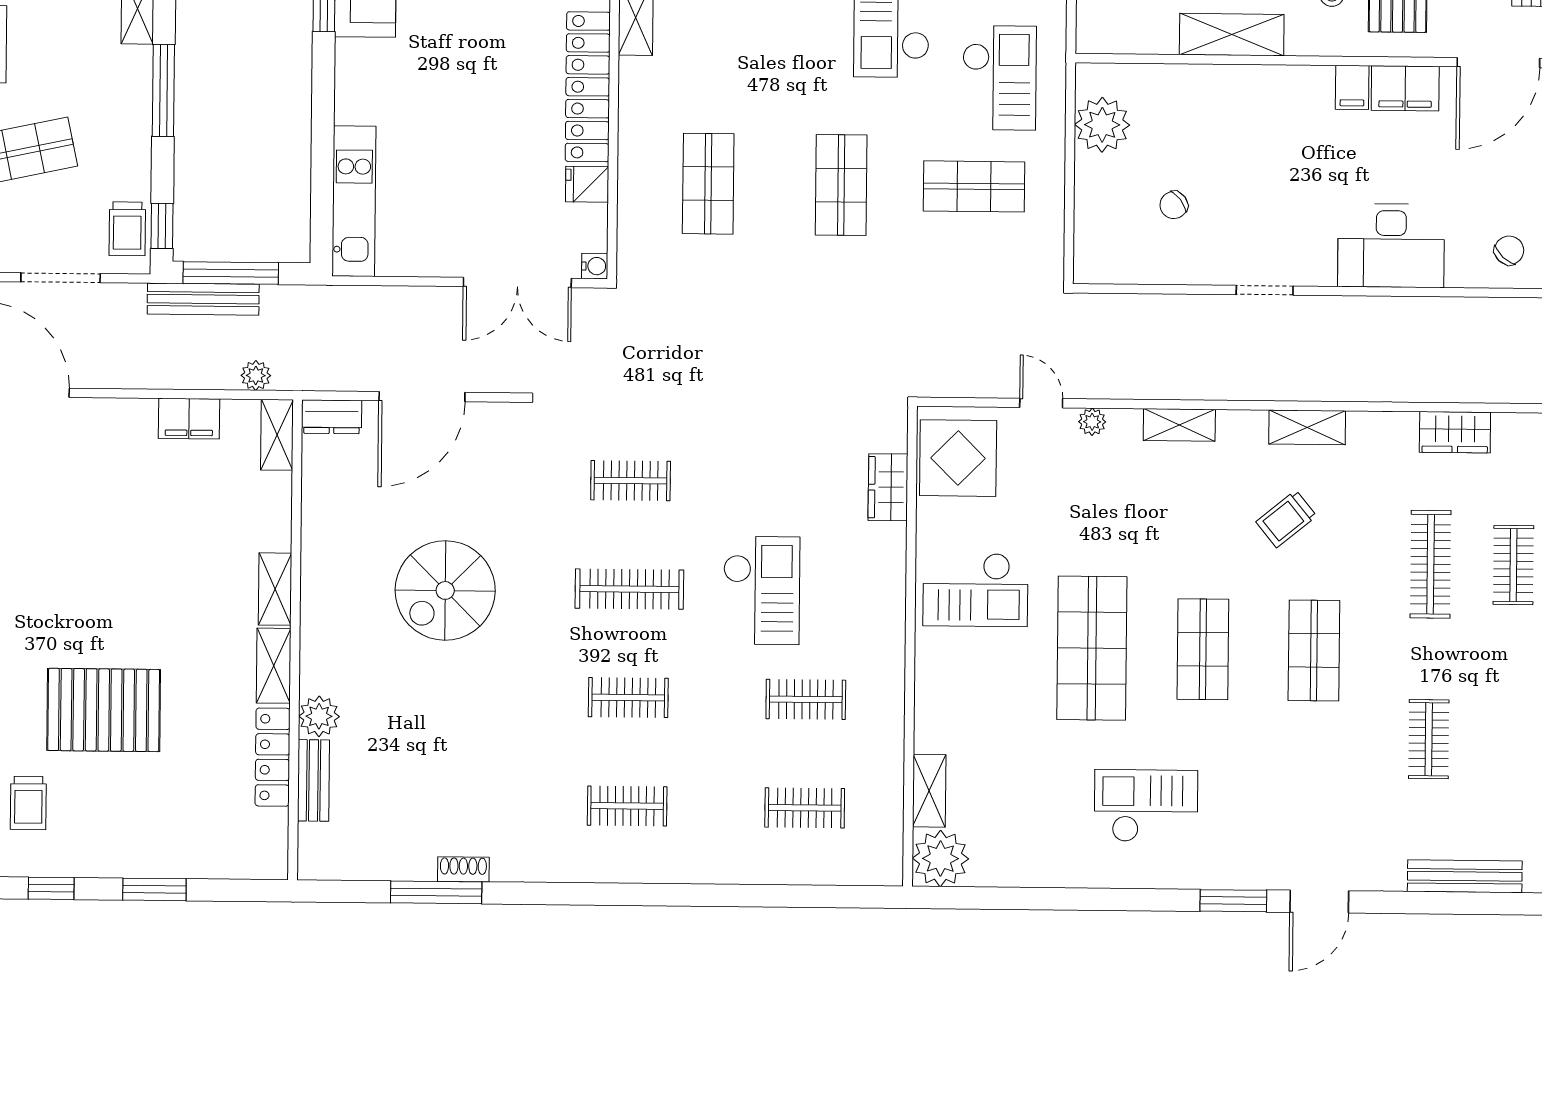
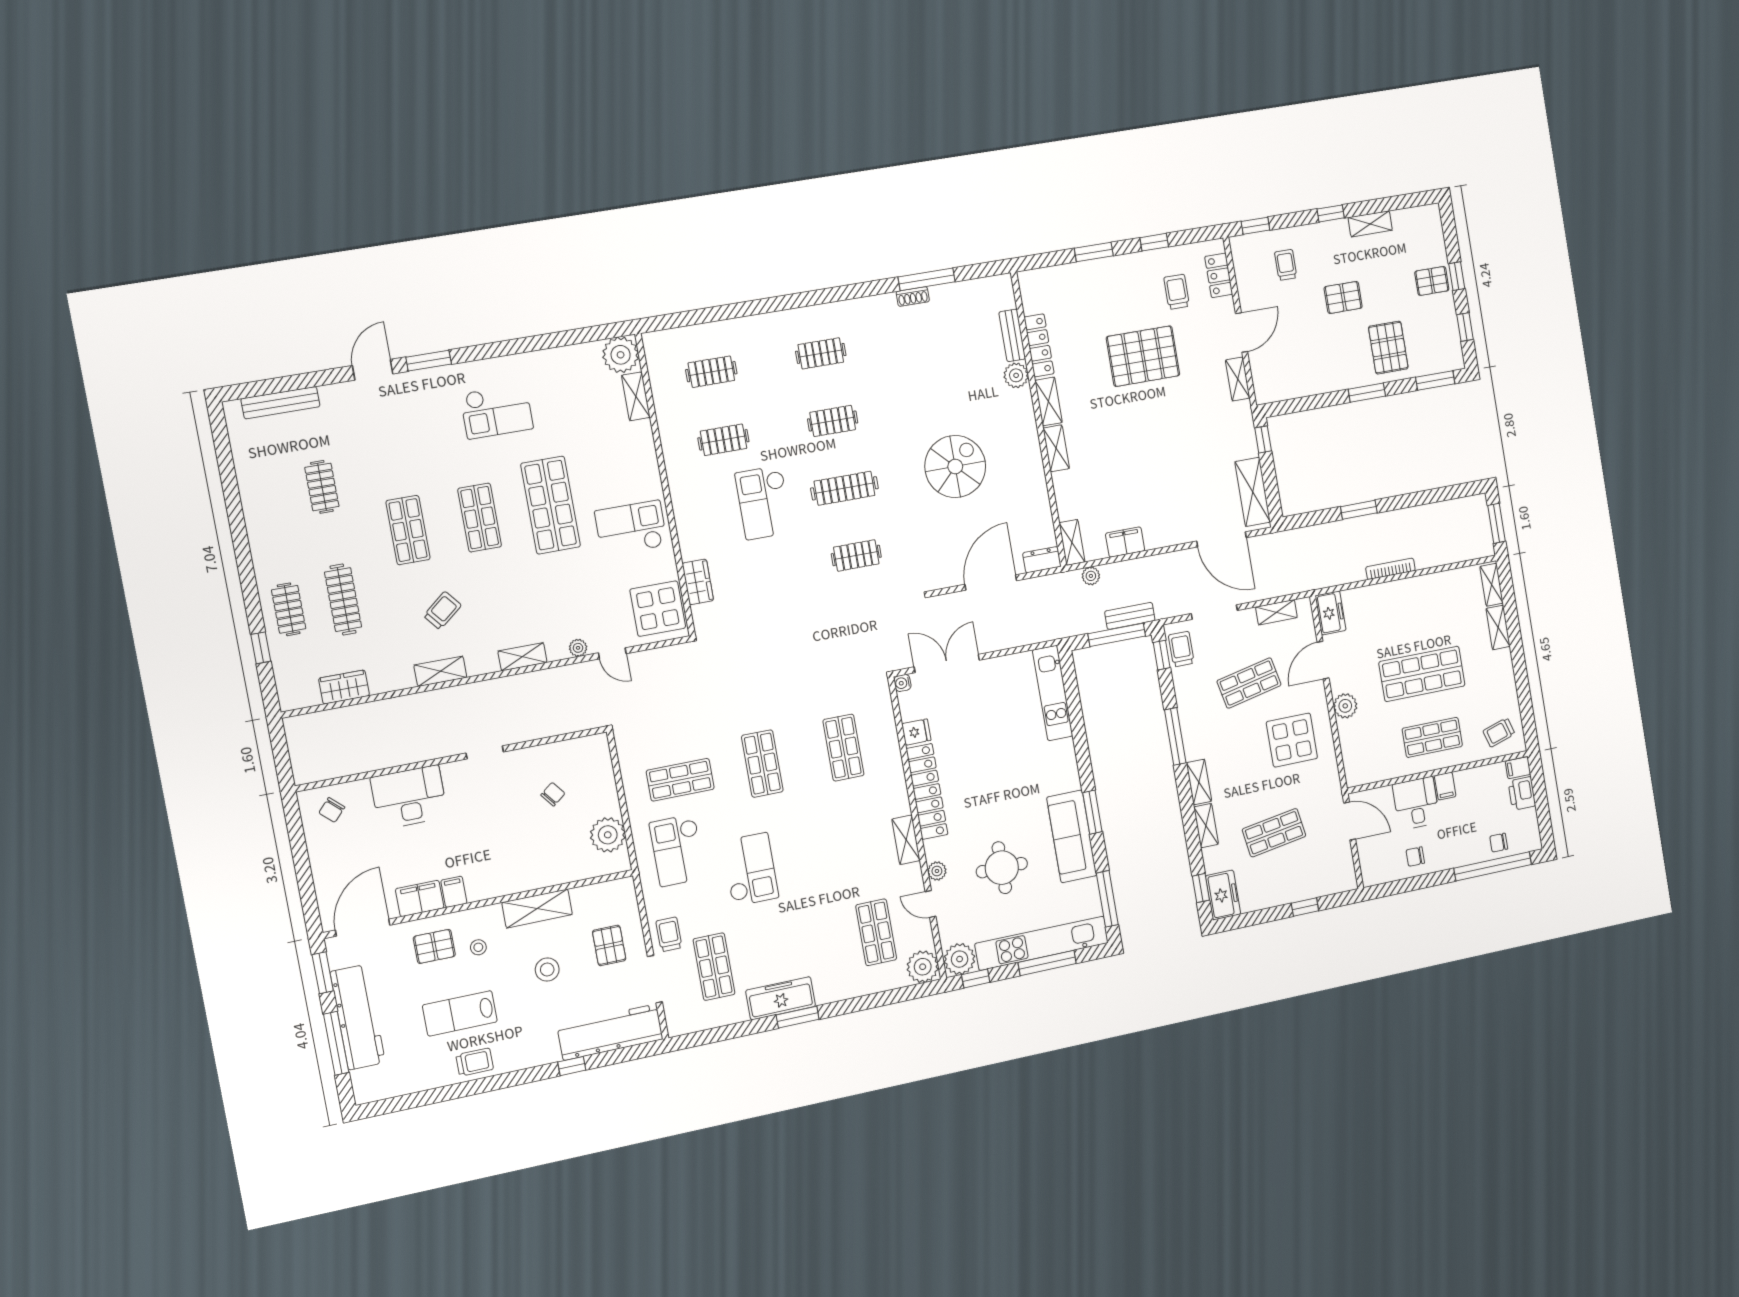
bench: (203, 299) -> (1130, 616), width x0.73

